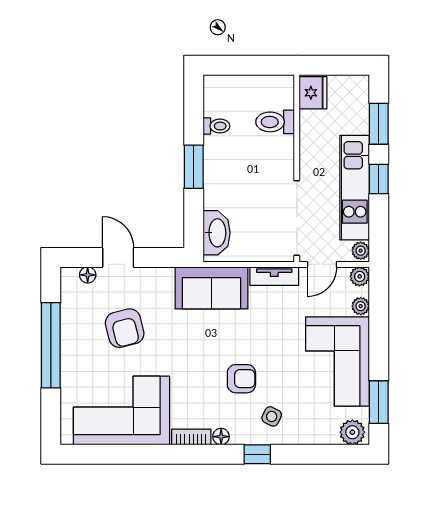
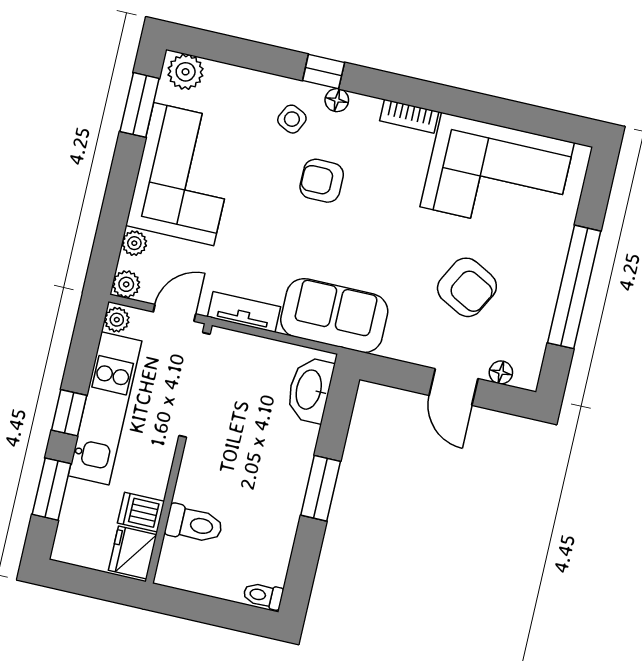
dishwasher: (314, 122) -> (141, 512), added
toilet: (216, 126) -> (263, 596), moved
armchair: (125, 328) -> (467, 287), turned 132
floor lamp: (221, 437) -> (337, 100), moved

